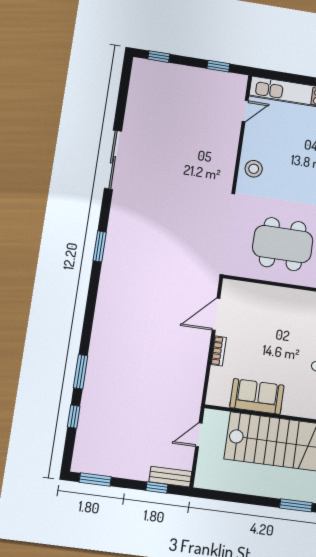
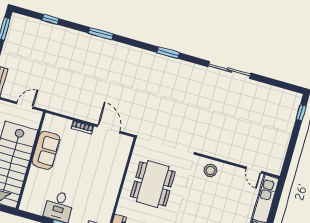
window: (218, 66) -> (289, 155), removed
window: (81, 372) -> (101, 34), moved
door: (199, 435) -> (25, 105), hinge flipped

